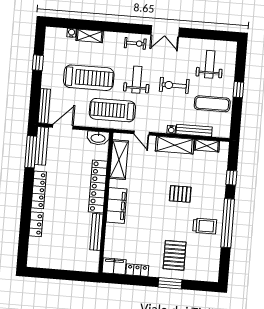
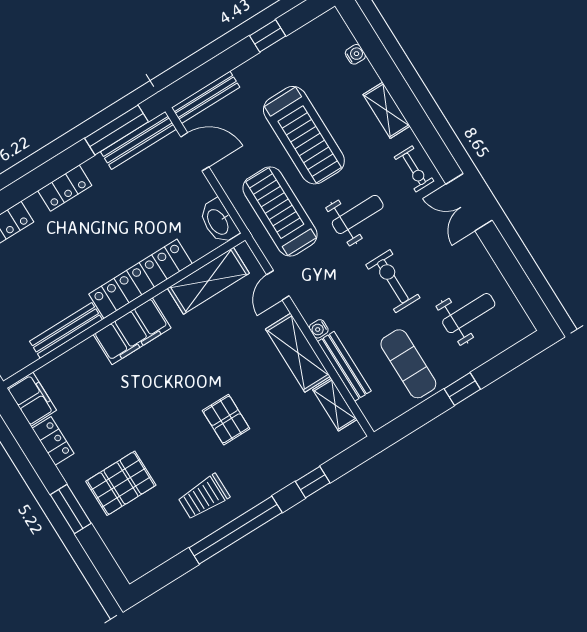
shelving: (90, 36) -> (387, 110), moved
locker: (39, 190) -> (65, 188), width x0.66
trolley: (205, 226) -> (204, 497), turned 90

